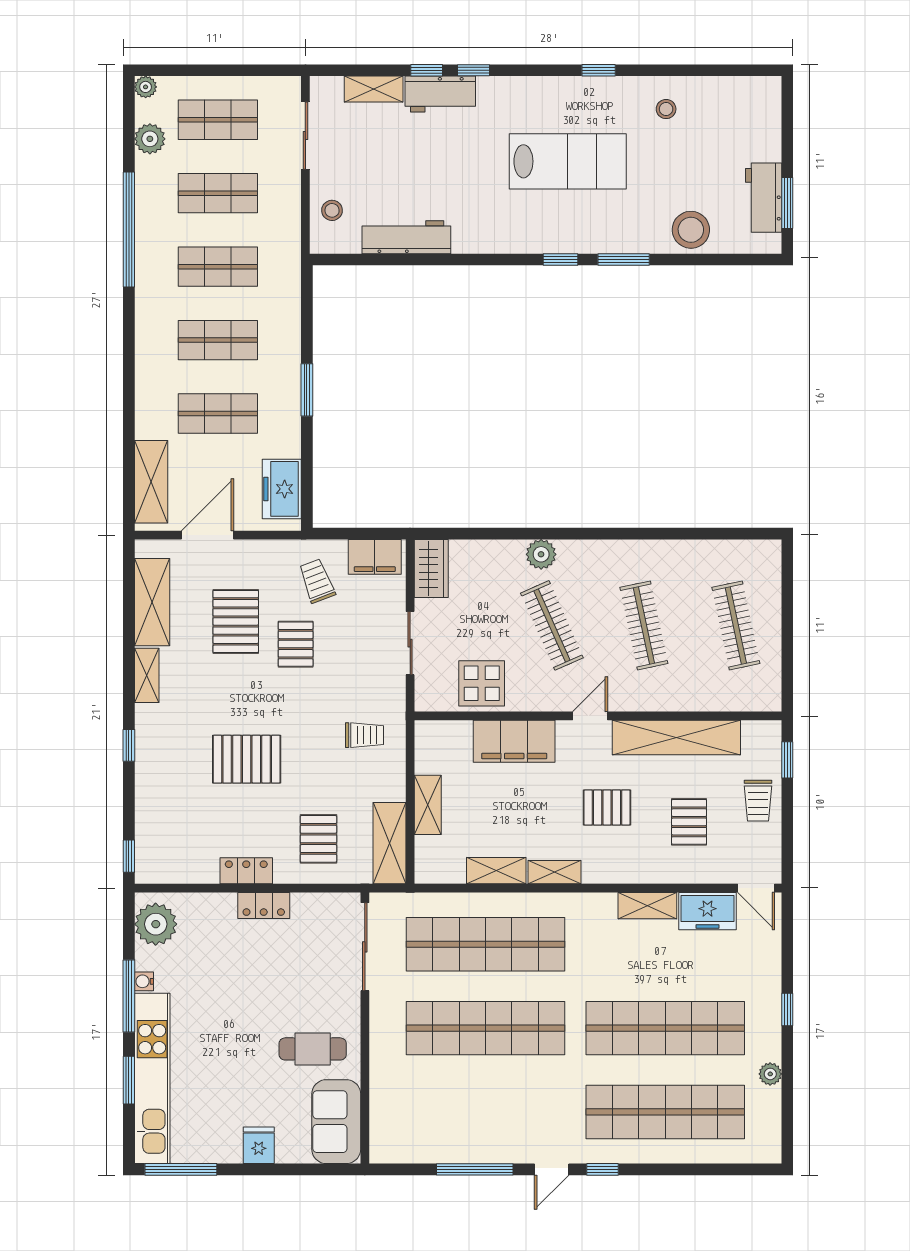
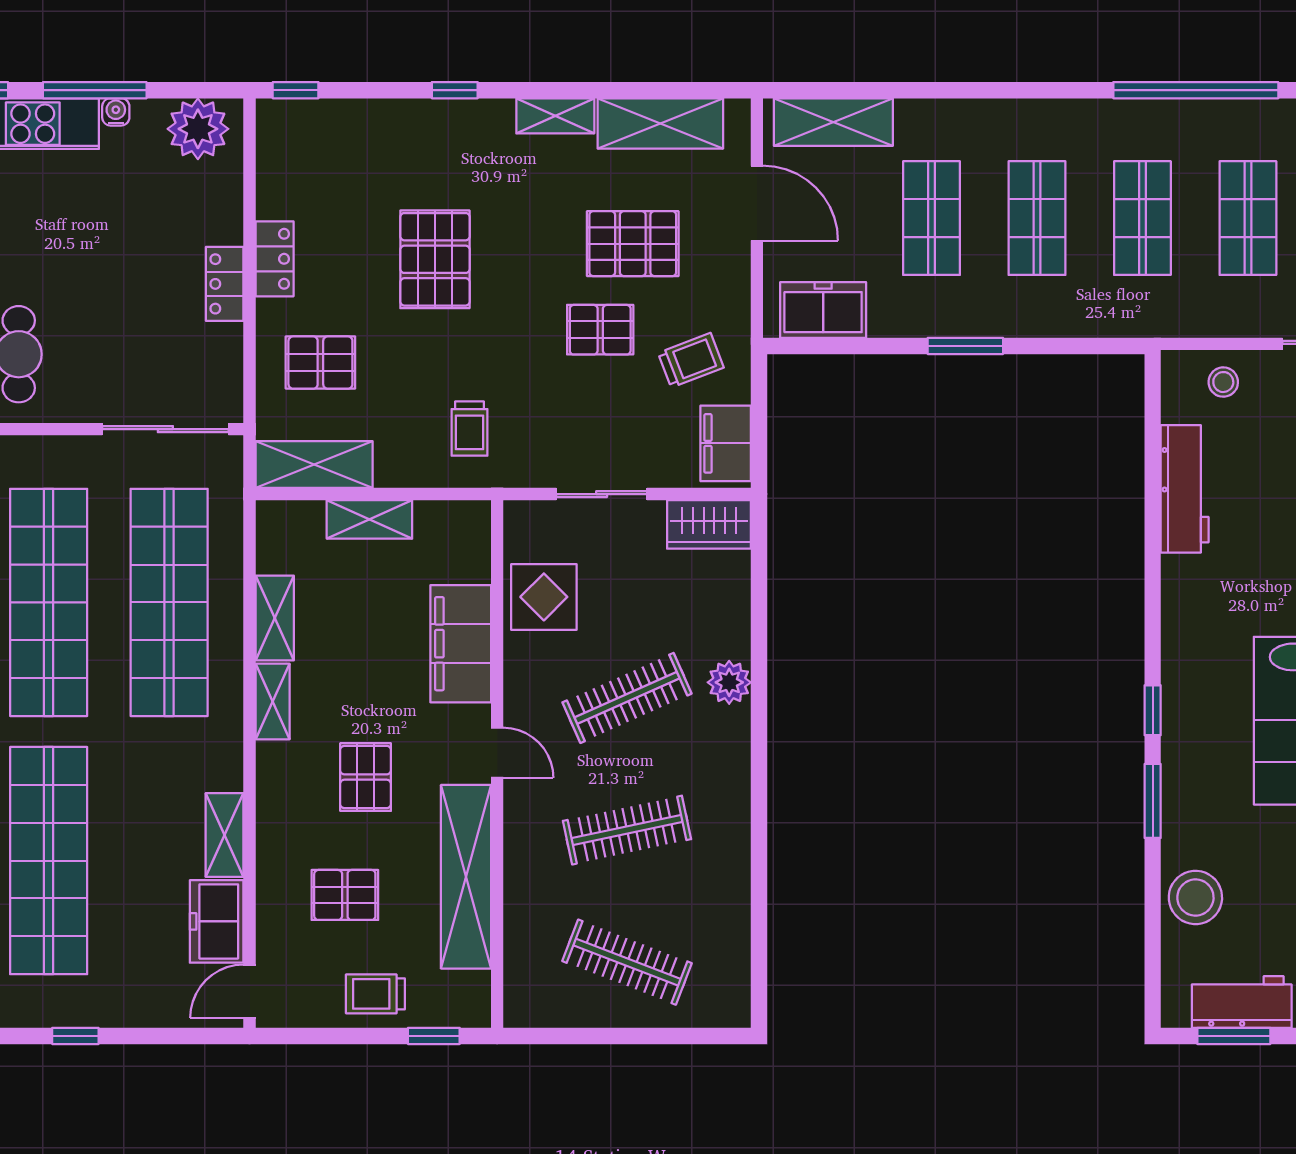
clothes rail: (736, 625) -> (627, 962), turned 33

